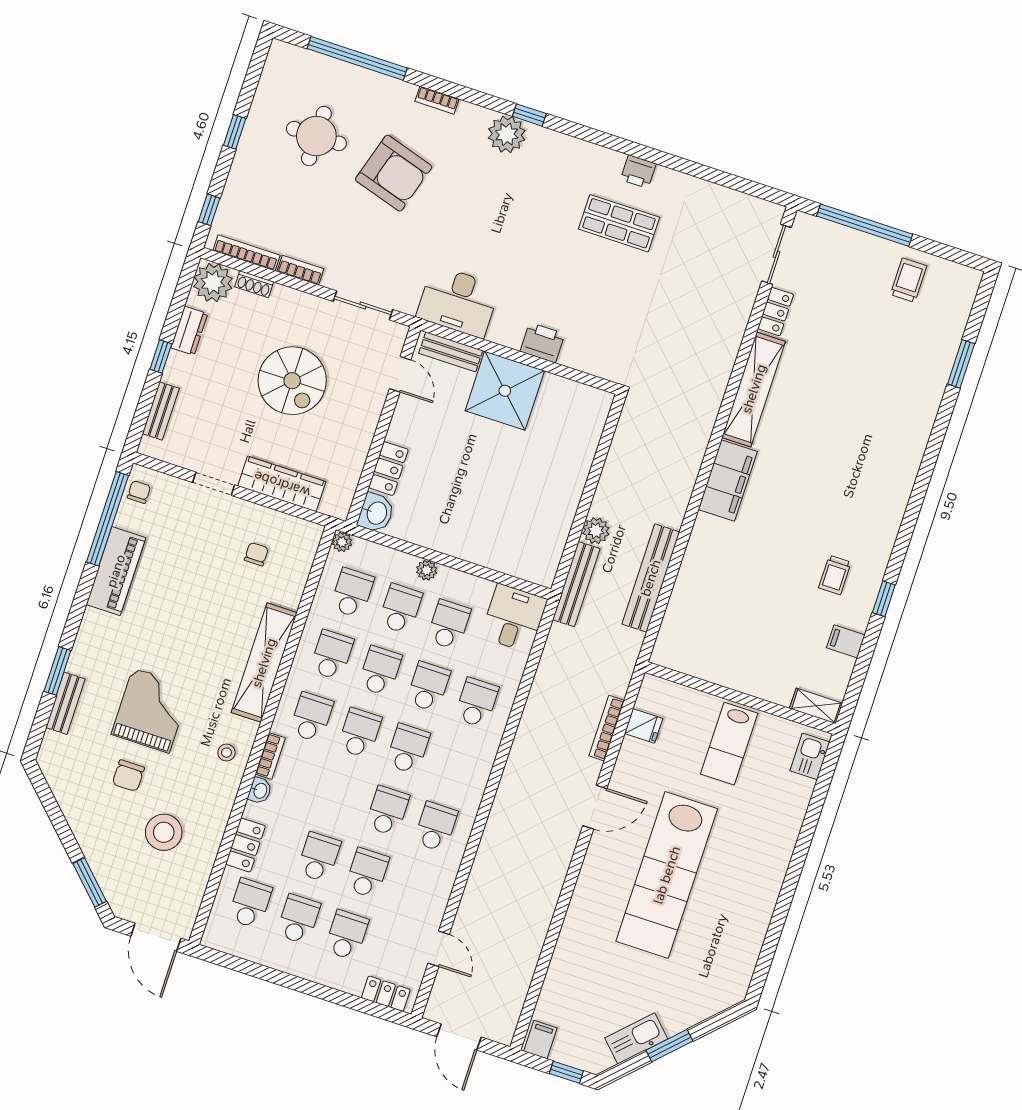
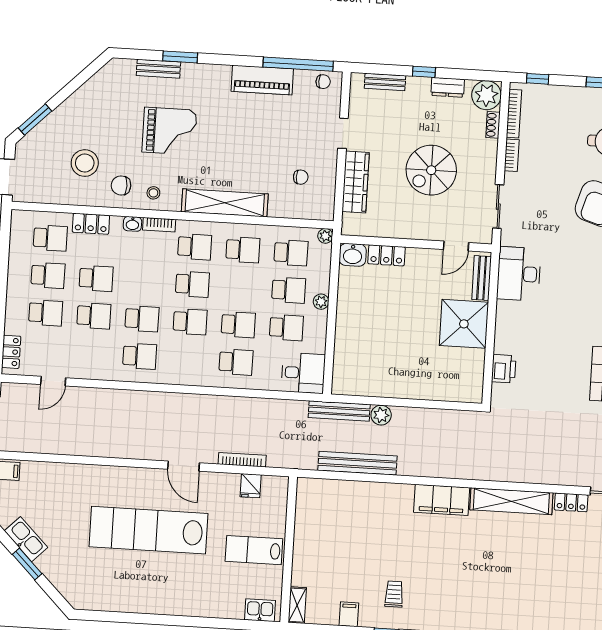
printer: (542, 343) -> (504, 369), moved
trolley: (835, 575) -> (394, 594), turned 90
school desk: (380, 671) -> (241, 287), removed
chair: (128, 776) -> (121, 185), moved

